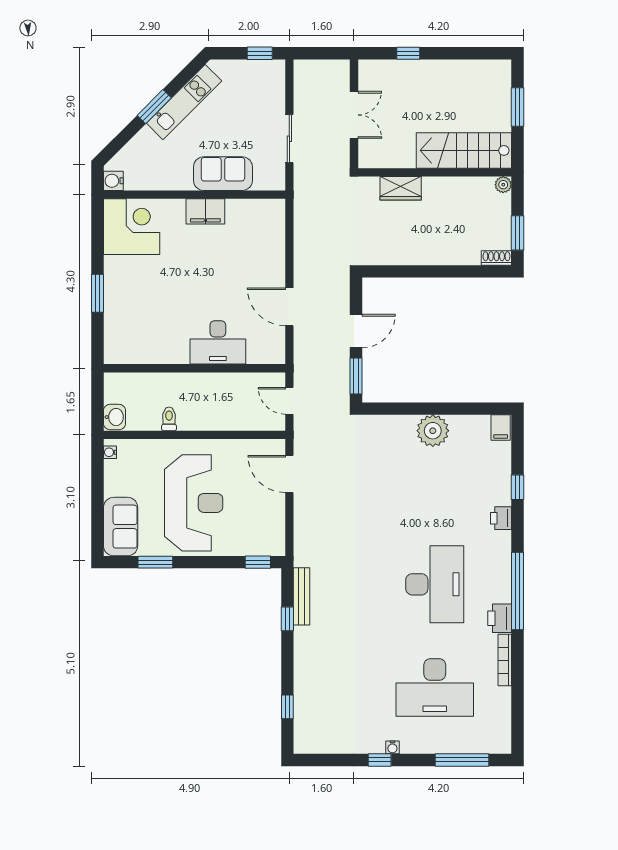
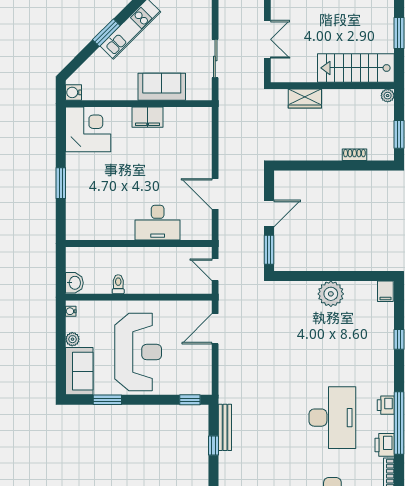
shoe rack: (496, 258) -> (354, 155), moved
door: (289, 474) -> (215, 329), hinge flipped
plant: (112, 487) -> (72, 339), added
printer: (501, 518) -> (386, 405), moved

